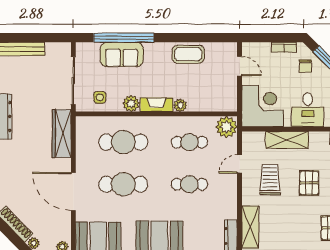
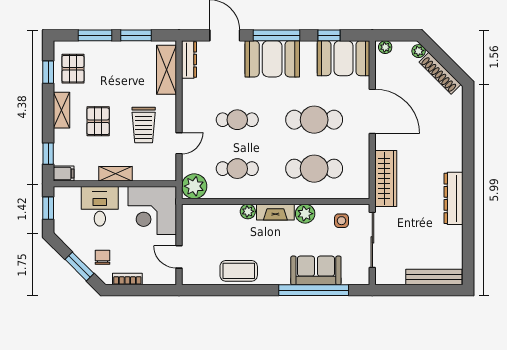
shelving: (287, 140) -> (115, 174), width x0.67, depth x0.75

